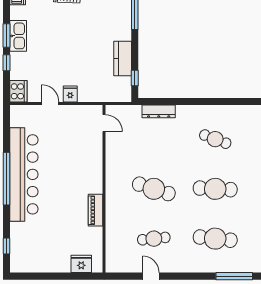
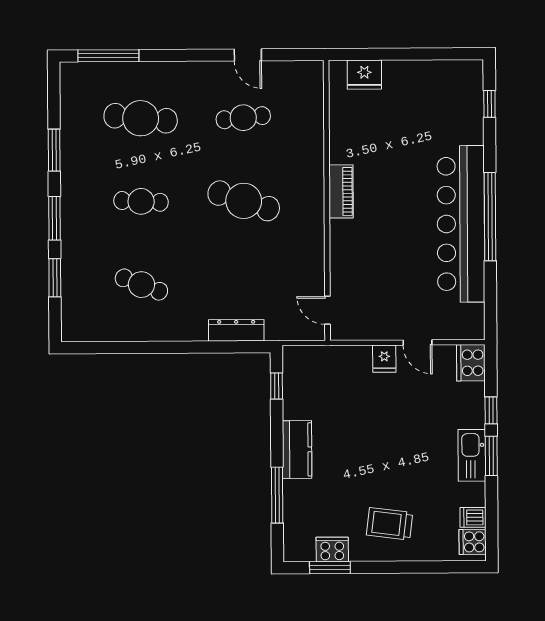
kitchen counter: (123, 58) -> (297, 449), moved
cafe table: (215, 189) -> (141, 201), width x0.73, depth x0.74
piano: (96, 210) -> (341, 191), moved

